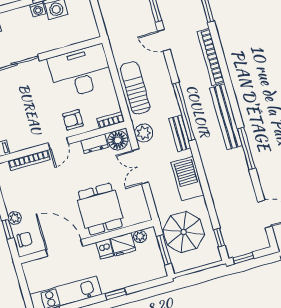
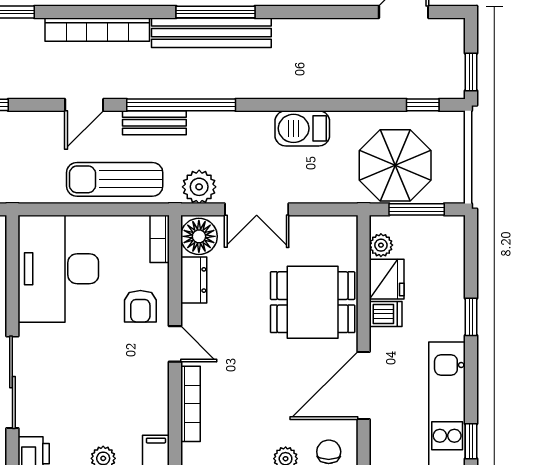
door: (164, 40) -> (84, 105), moved
bench: (180, 133) -> (154, 123), moved
window: (246, 149) -> (215, 12), moved
barbecue: (187, 179) -> (302, 128), width x0.73, depth x0.83

